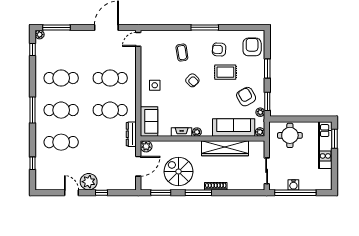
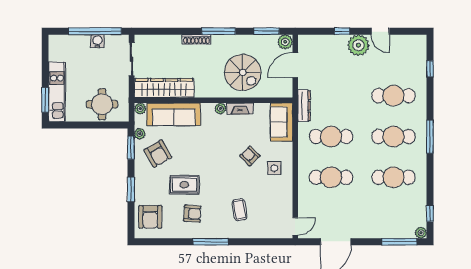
armchair: (192, 80) -> (250, 156), moved
plant: (146, 146) -> (285, 42), moved
wardrobe: (225, 148) -> (164, 88), moved
spiral stairs: (178, 172) -> (243, 72), moved

